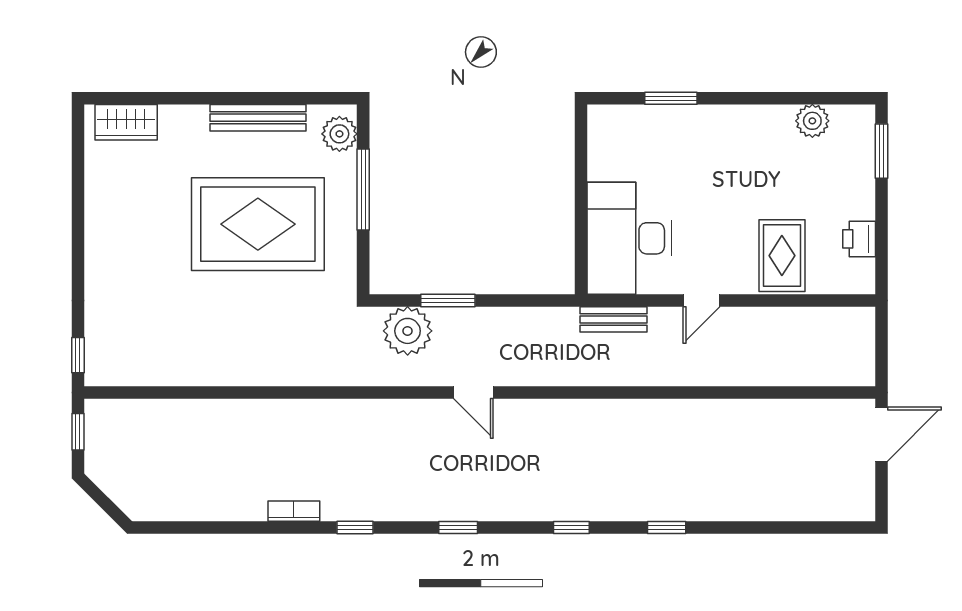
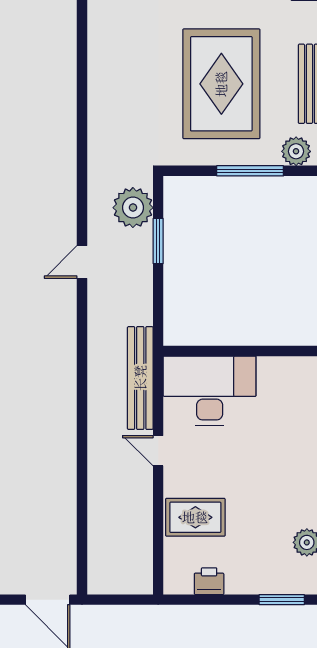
bench: (614, 319) -> (140, 378), width x1.86, depth x1.21

